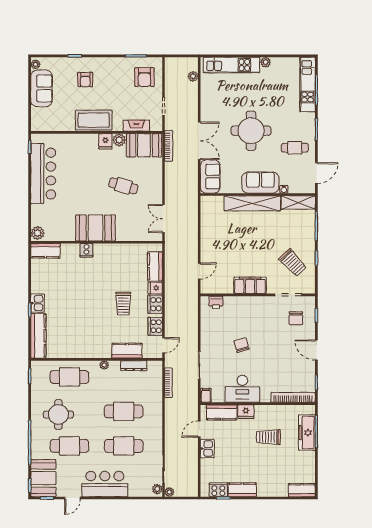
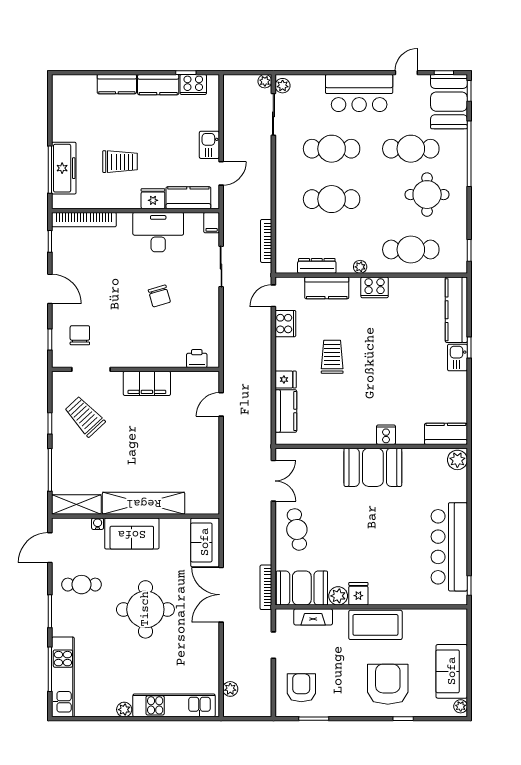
armchair: (85, 80) -> (388, 684), width x1.88, depth x1.88
cafe table: (123, 186) -> (297, 529), moved, turned 64
cooker: (155, 304) -> (375, 287), moved, turned 90
kitchen counter: (302, 490) -> (117, 84), moved

